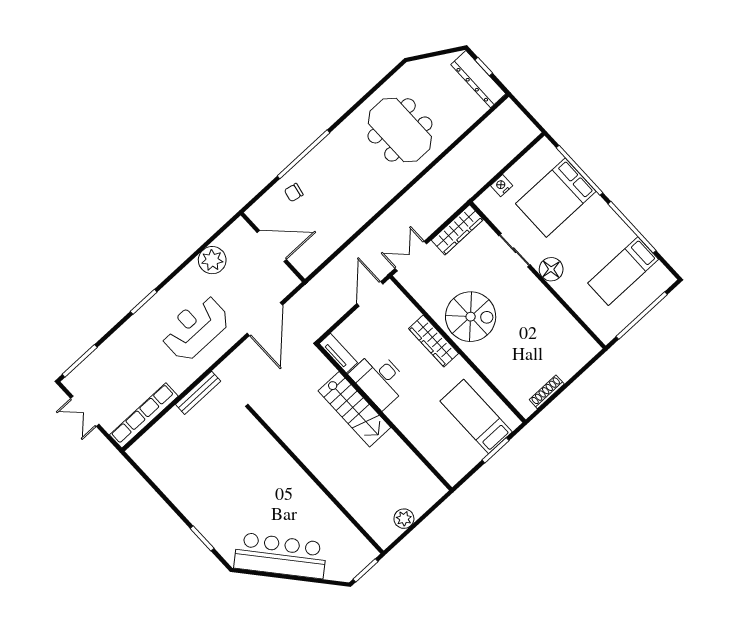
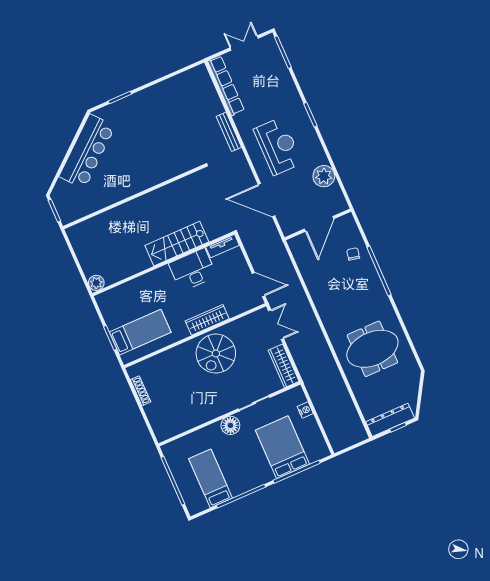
plant: (404, 519) -> (96, 283), moved

